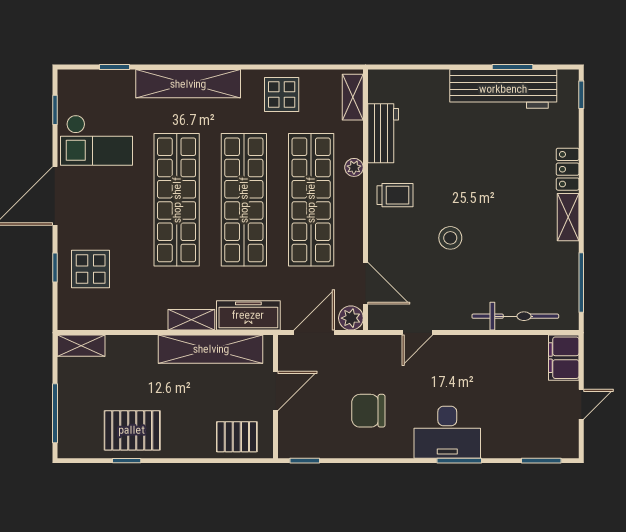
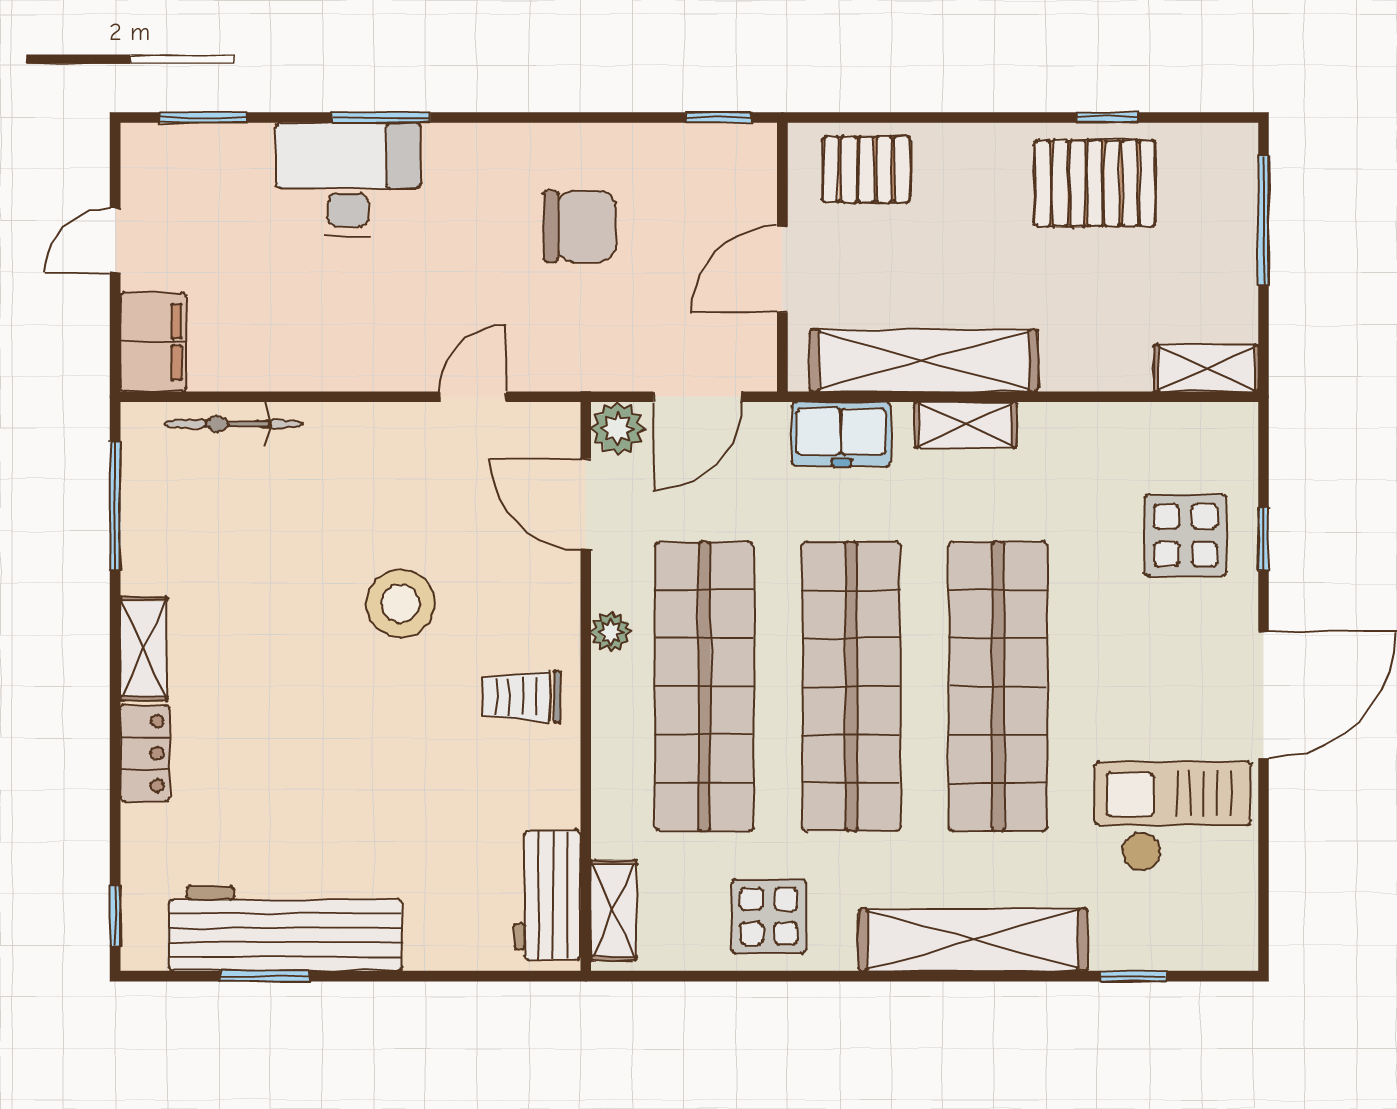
window: (55, 110) -> (1263, 883), removed
workbench: (383, 133) -> (547, 895), moved
plant: (354, 167) -> (611, 632), moved
stool: (450, 238) -> (401, 603), width x1.38, depth x1.38
freezer: (248, 315) -> (841, 434), width x0.71
bicycle: (515, 316) -> (234, 424), width x0.73, depth x0.71
desk: (447, 432) -> (348, 179), moved

